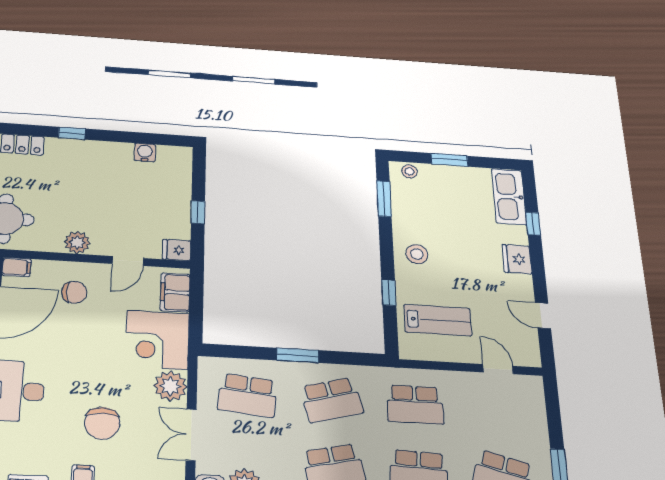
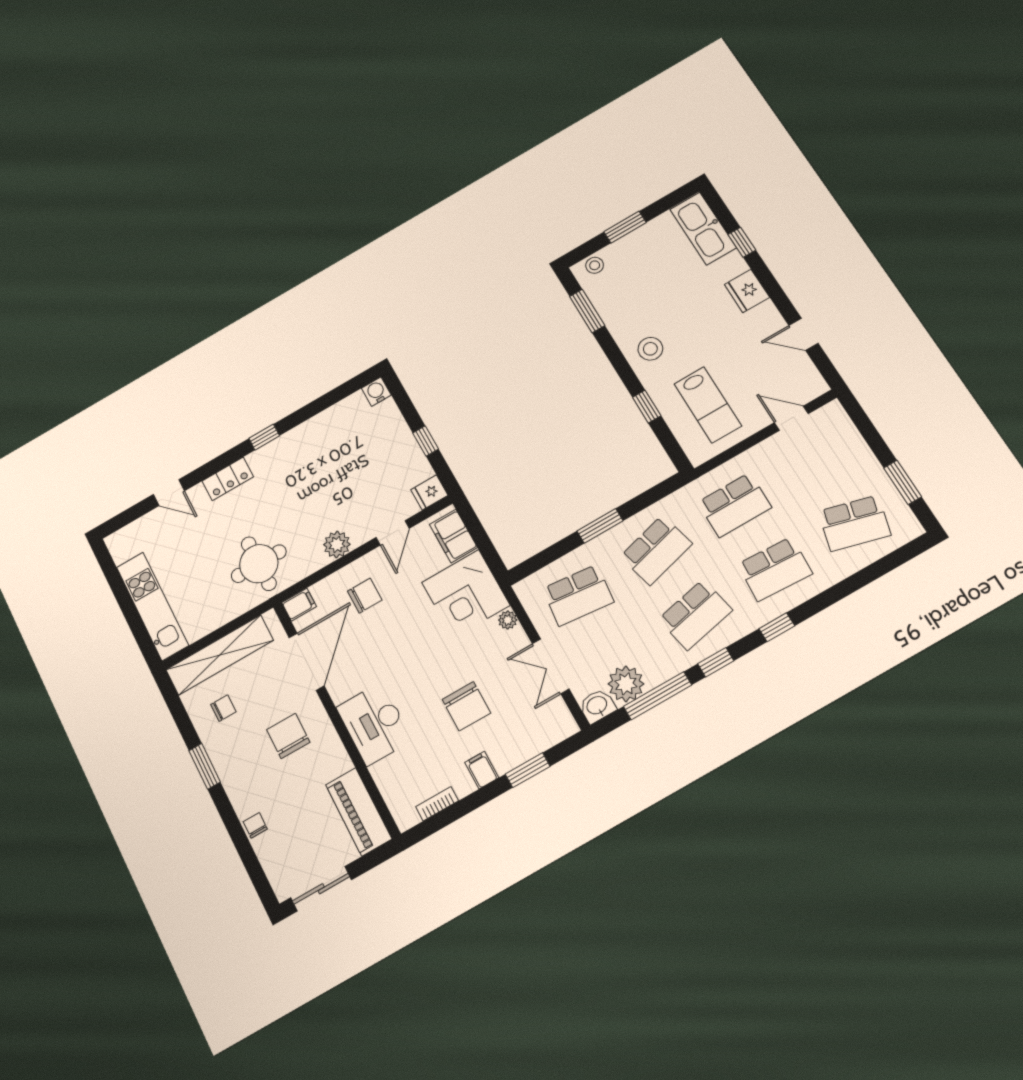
water cooler: (145, 153) -> (376, 392), moved
lab bench: (438, 320) -> (708, 405), turned 90
plant: (170, 386) -> (508, 620), width x0.53, depth x0.53

